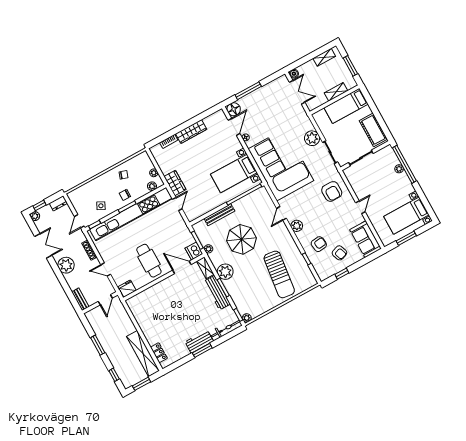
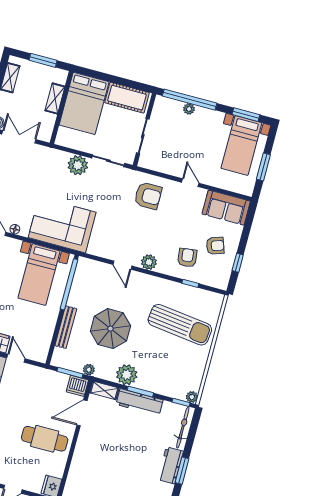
bed: (346, 106) -> (84, 103), width x1.50
corner sofa: (281, 165) -> (62, 225), width x0.73, depth x0.74
window: (425, 202) -> (246, 115), added

